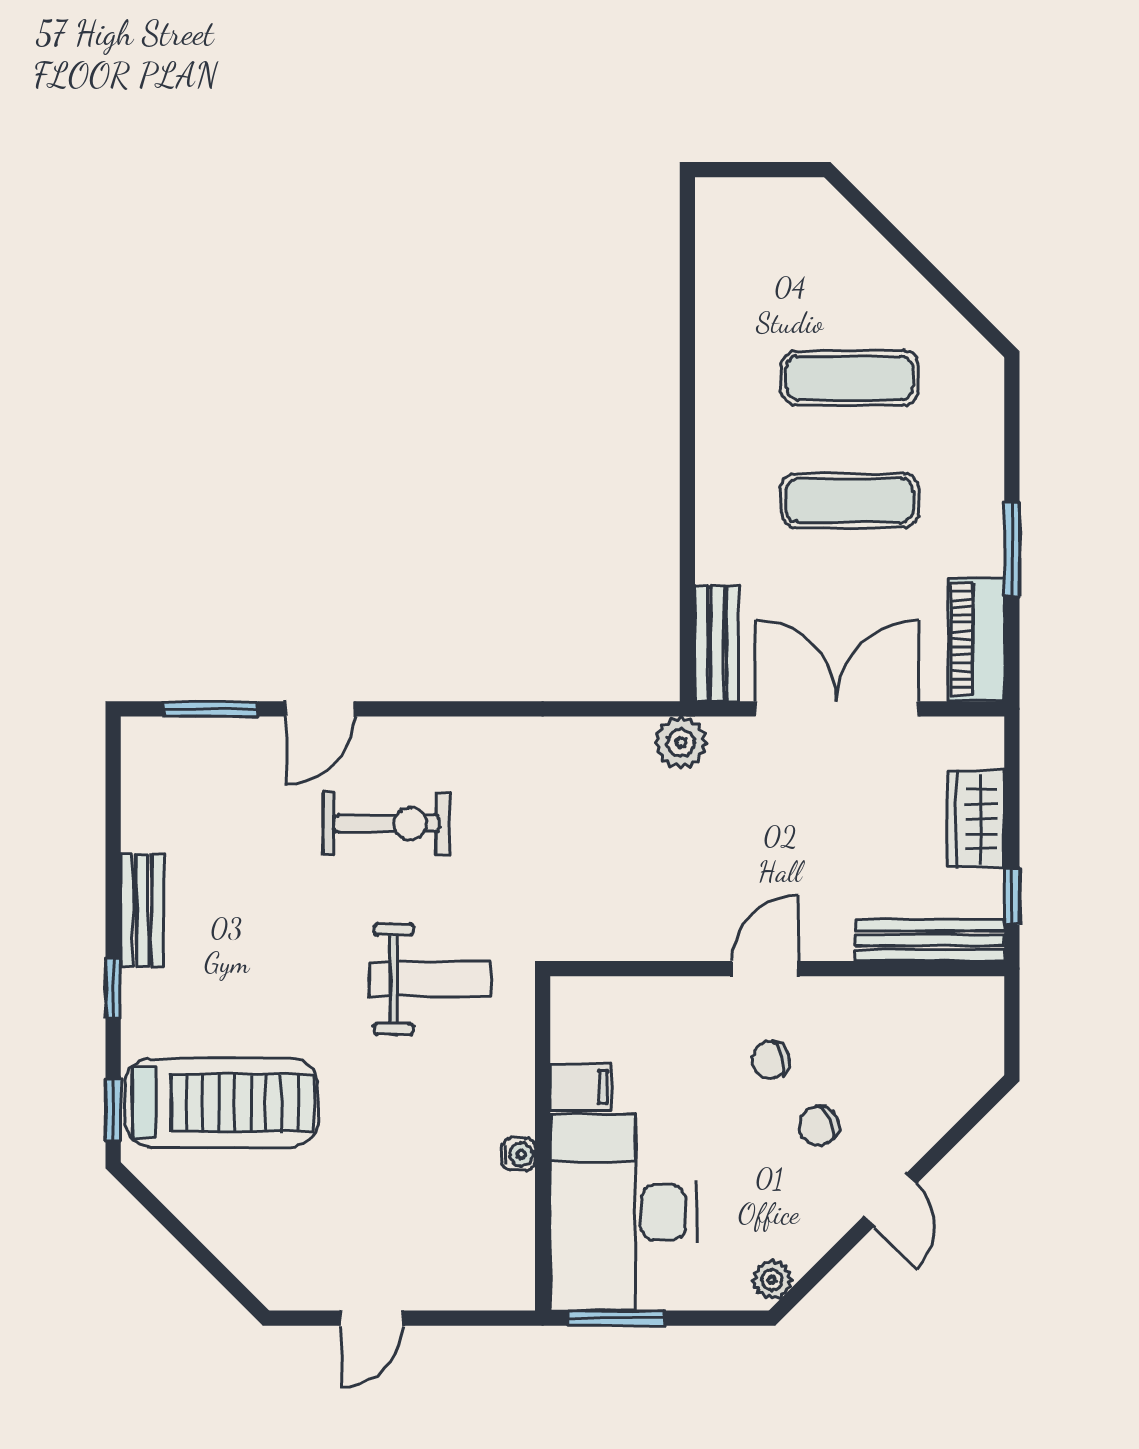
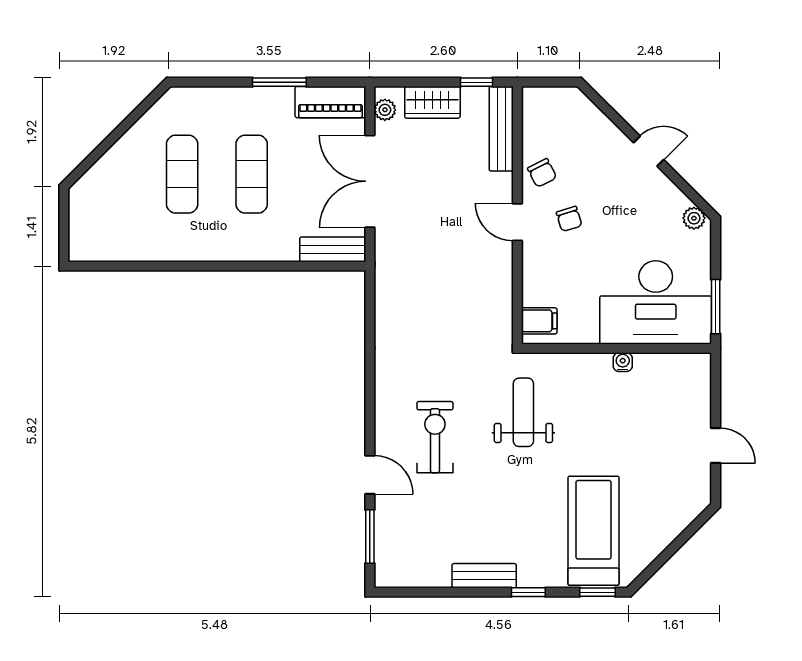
plant: (681, 742) -> (385, 110), moved, width x0.73, depth x0.73
filing cabinet: (581, 1087) -> (539, 321), moved, turned 90
chair: (819, 1126) -> (542, 173), moved

